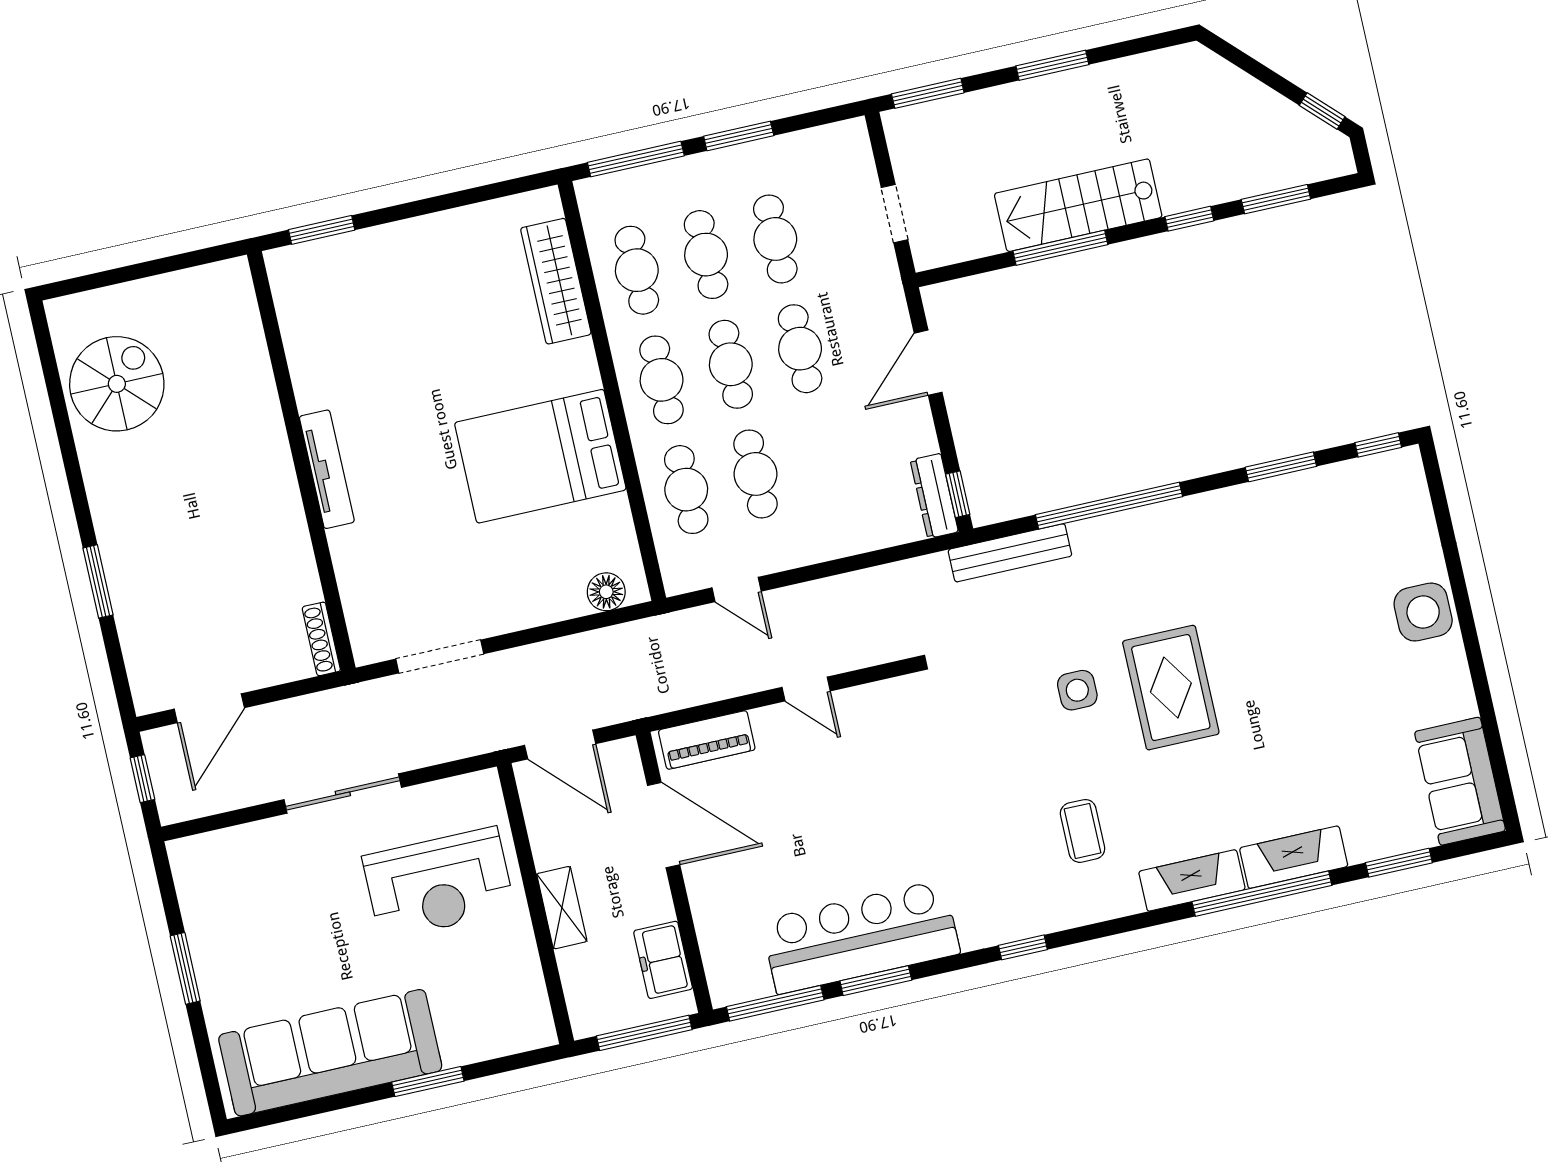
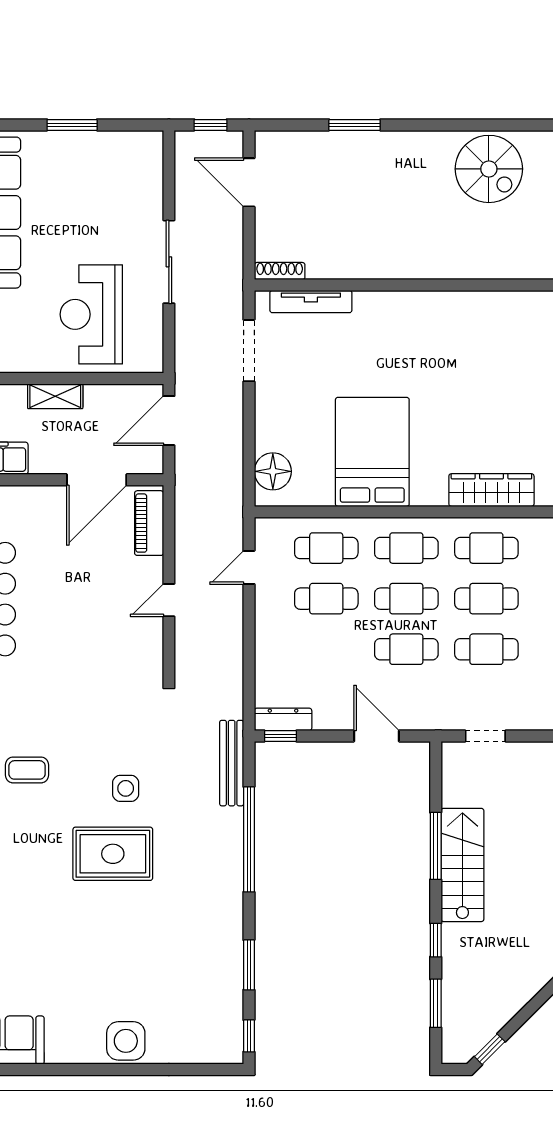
tv unit: (327, 469) -> (311, 302), moved
floor lamp: (606, 592) -> (273, 471), width x1.38, depth x1.38

